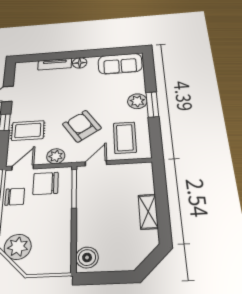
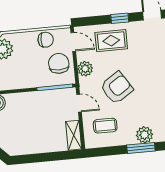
rug: (28, 130) -> (111, 41), turned 90
coffee table: (125, 138) -> (105, 126), width x0.73, depth x0.77
chair: (15, 197) -> (46, 40), turned -90
shelving: (148, 212) -> (74, 135), moved, turned 90

